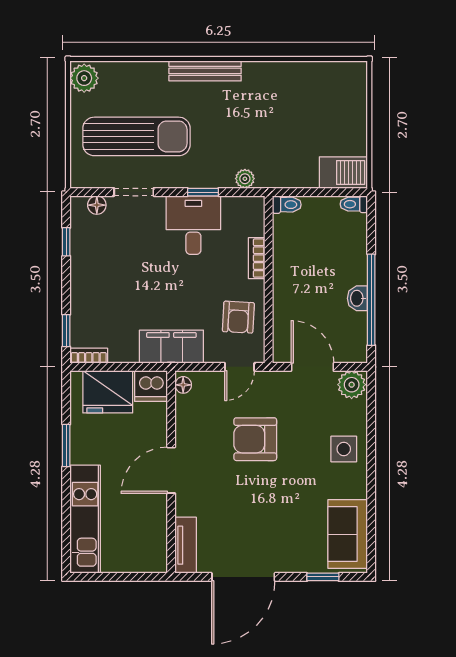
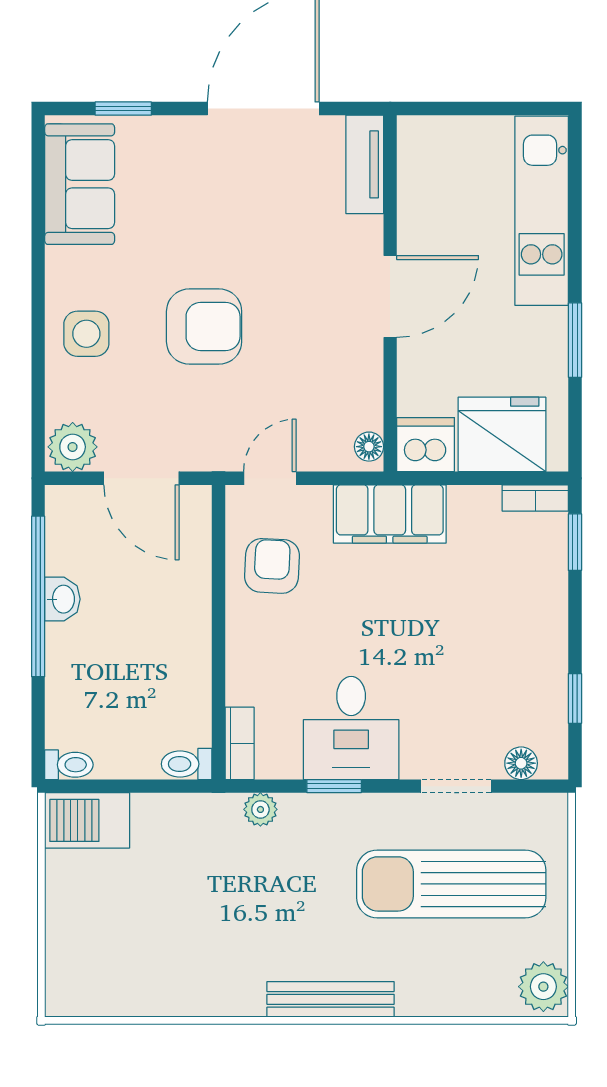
bookcase: (257, 258) -> (240, 743), moved
armchair: (255, 439) -> (204, 326), moved

